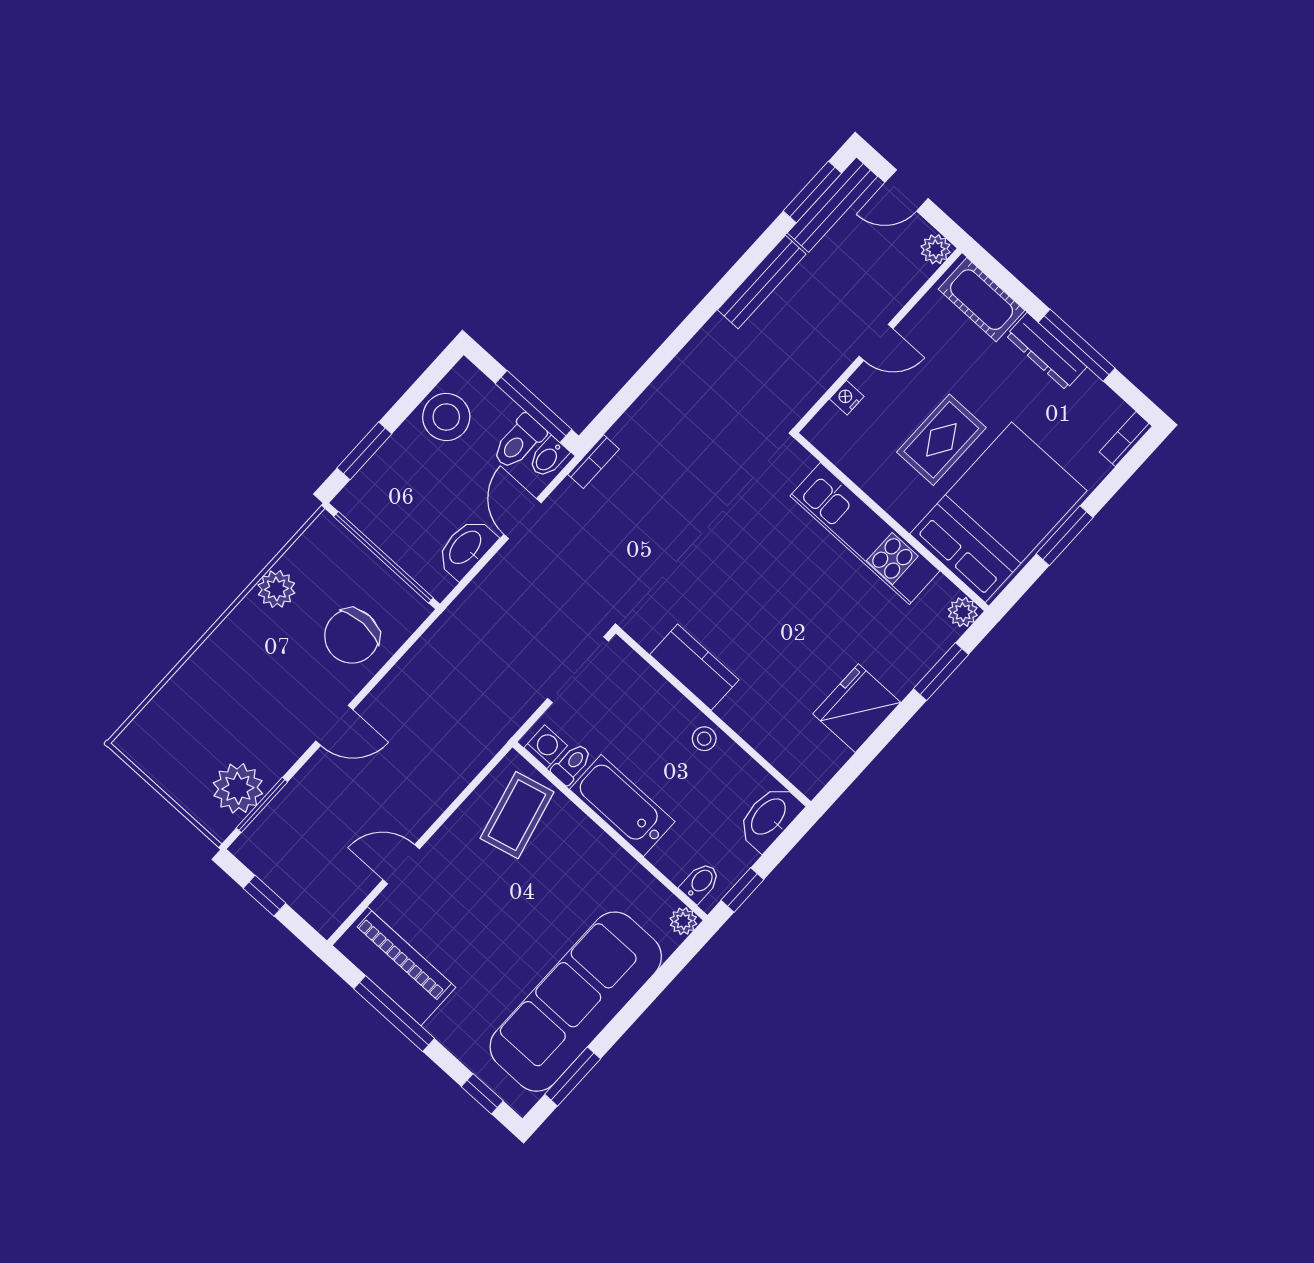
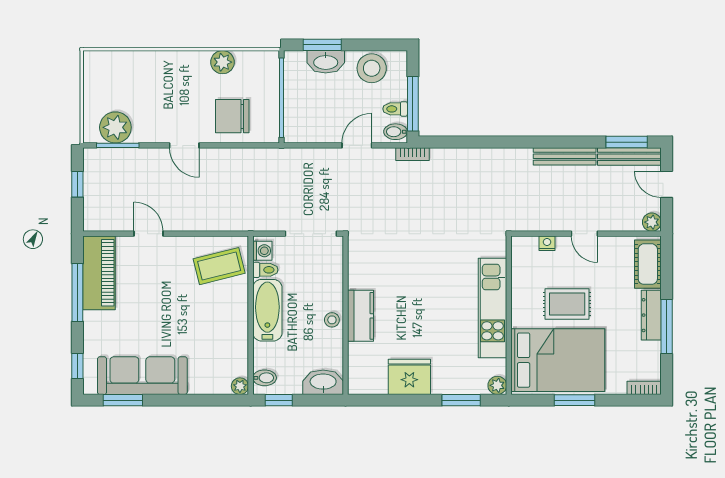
toilet: (519, 442) -> (395, 109), width x0.73, depth x0.72
washbasin: (466, 548) -> (326, 62), moved, turned 180
kitchen counter: (694, 667) -> (360, 316), moved
sofa: (576, 1002) -> (142, 376), width x0.74, depth x0.79

